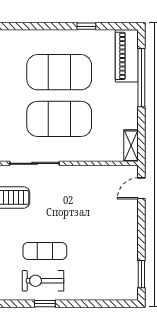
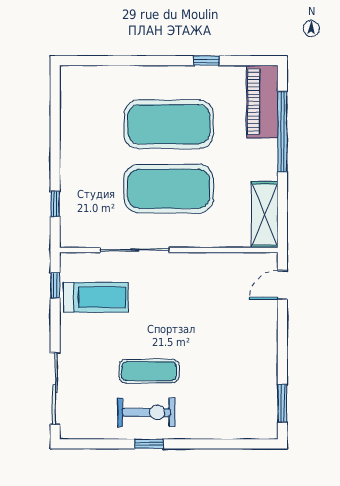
shelving: (131, 146) -> (265, 215), width x1.50, depth x1.33
exercise bike: (43, 281) -> (146, 412), turned 180

